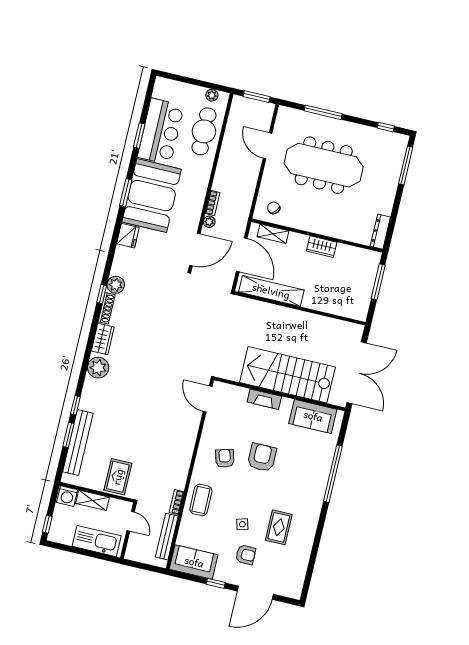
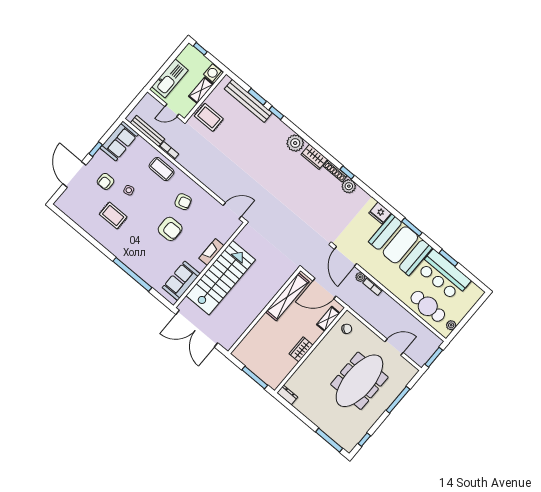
dresser: (380, 232) -> (287, 395), width x0.70

